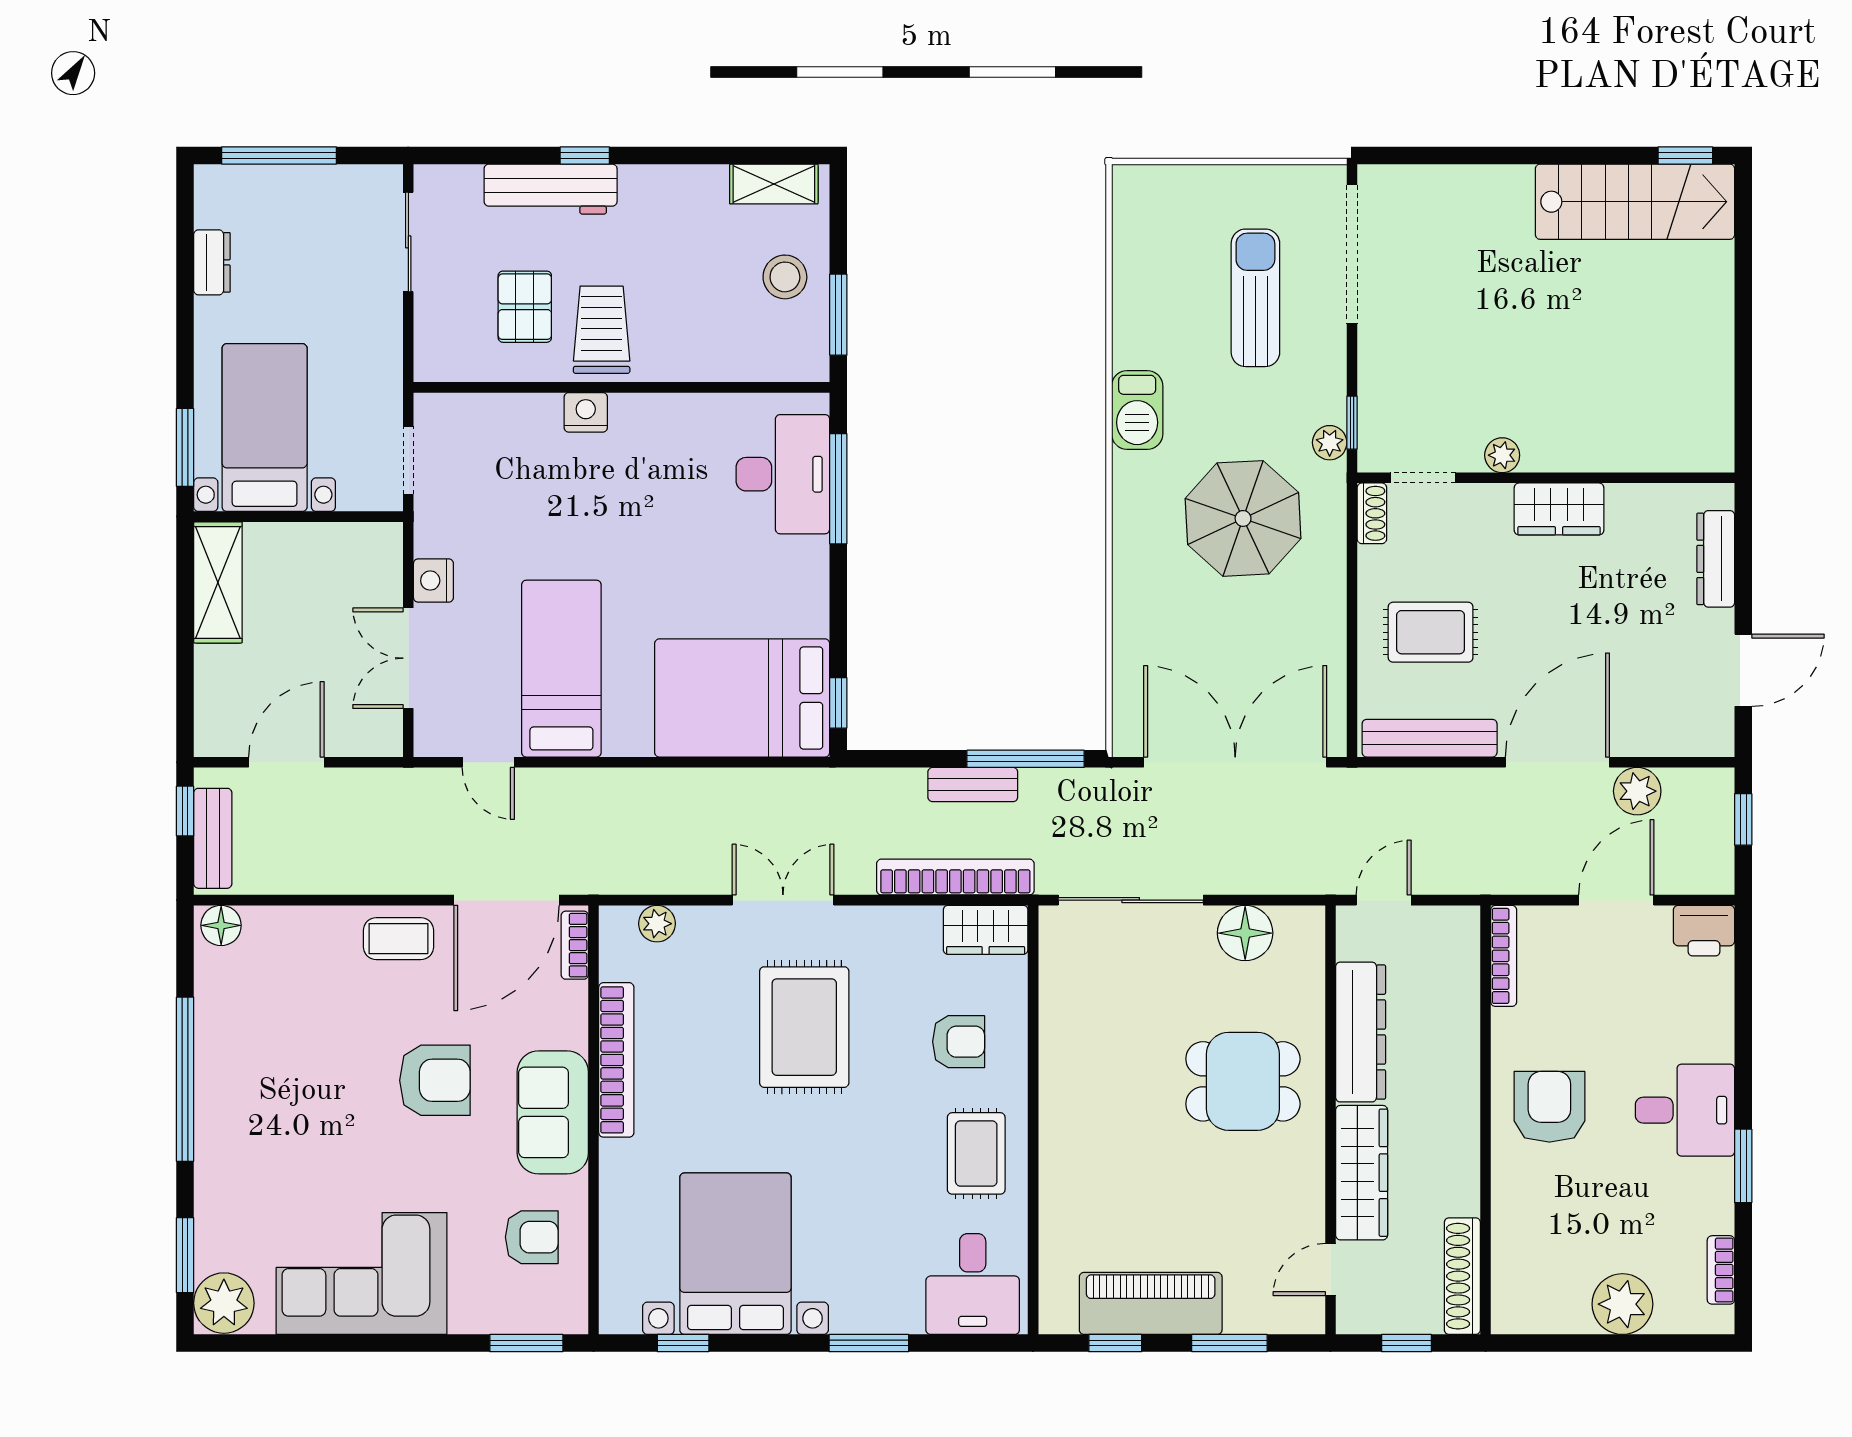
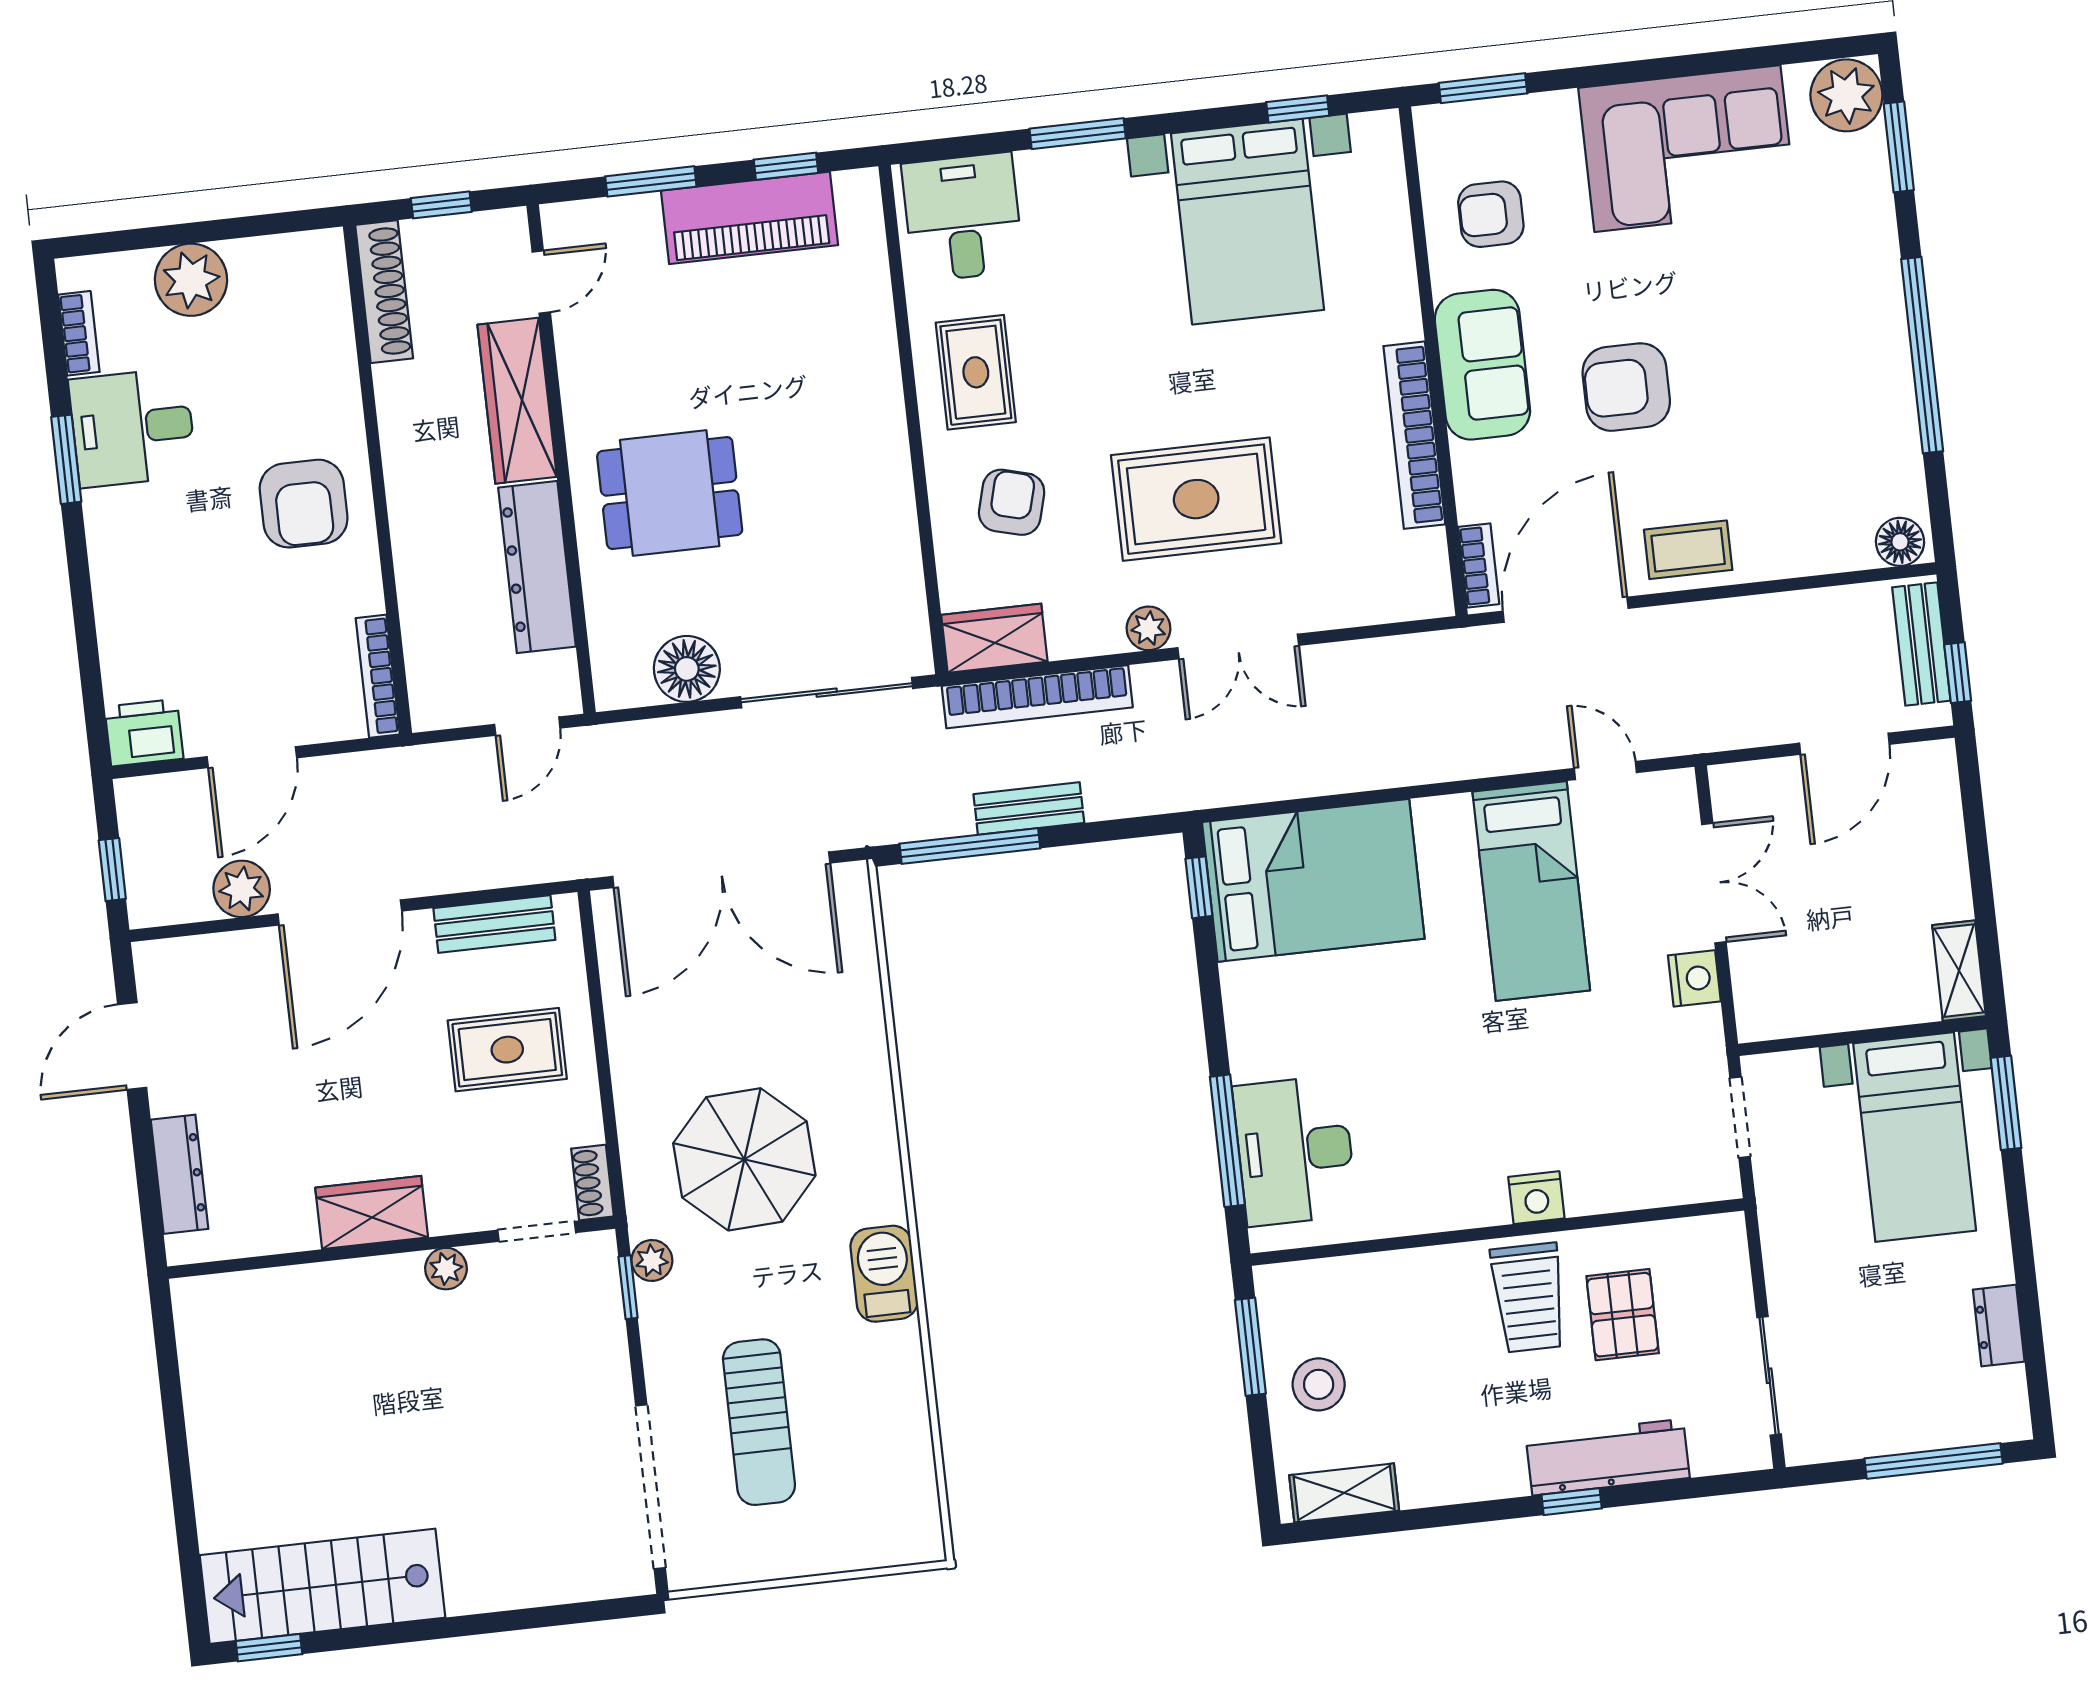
shelving: (218, 582) -> (1959, 971), width x0.67, depth x0.75
bench: (1430, 738) -> (494, 924), width x0.73
plant: (657, 924) -> (1149, 628), moved
rug: (804, 1027) -> (1196, 499), turned 90
armchair: (959, 1042) -> (1012, 502), turned 105
desk: (1685, 1110) -> (133, 428), moved

